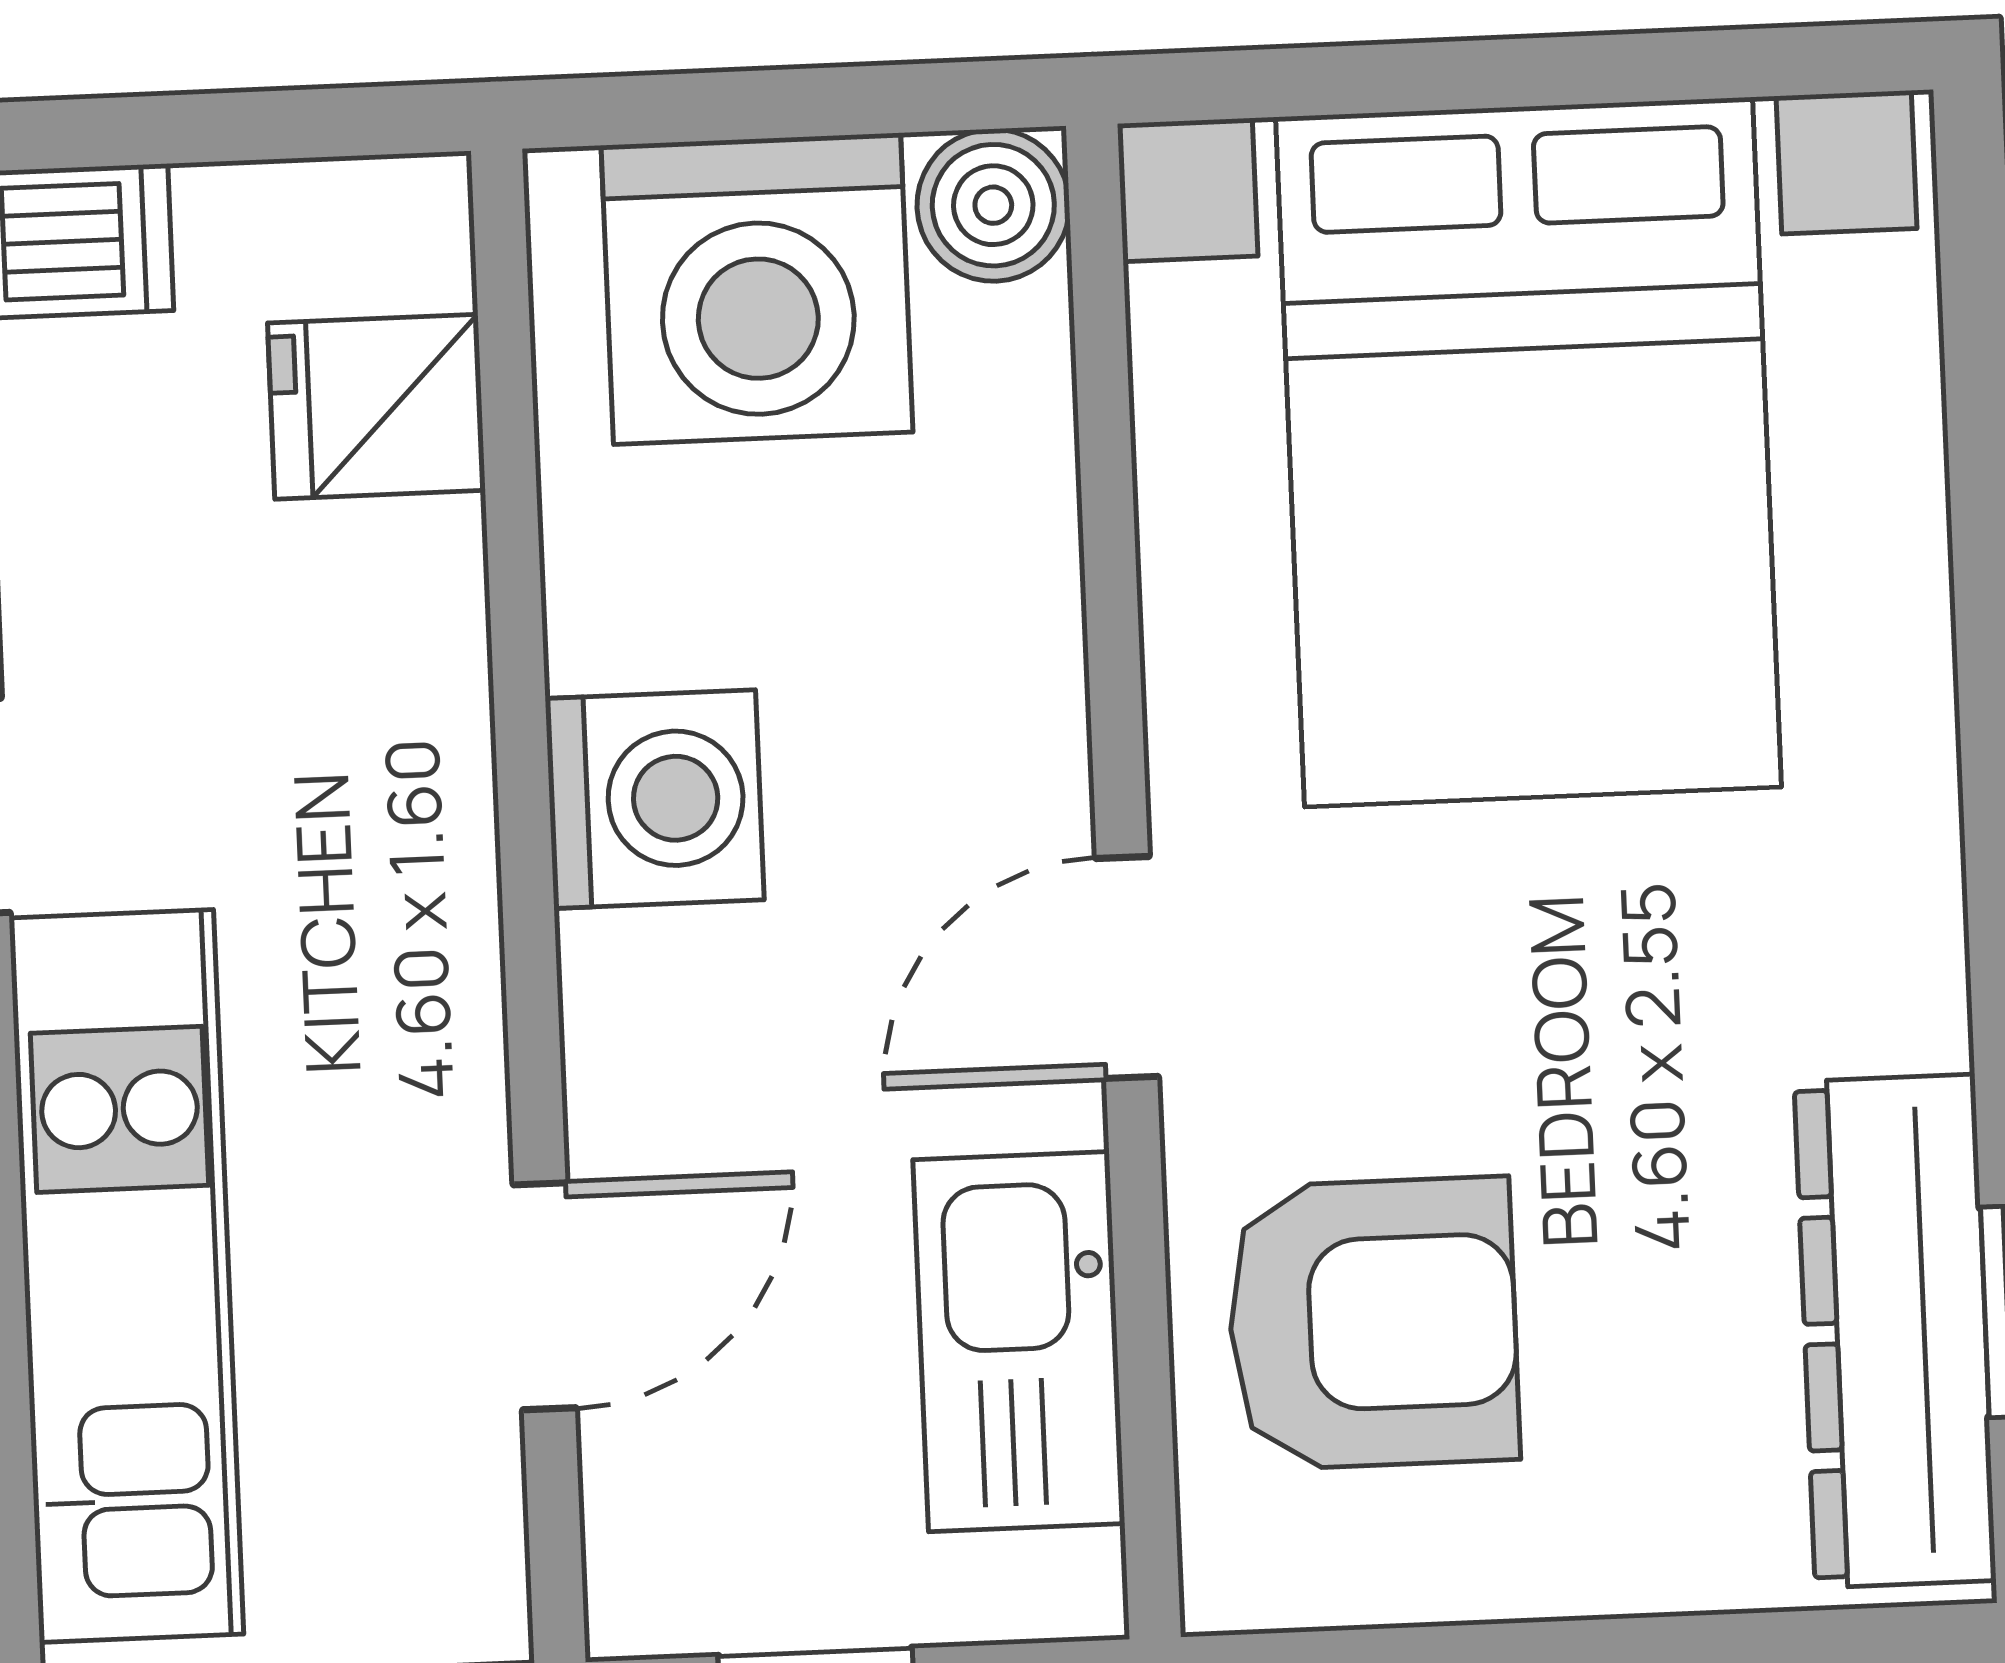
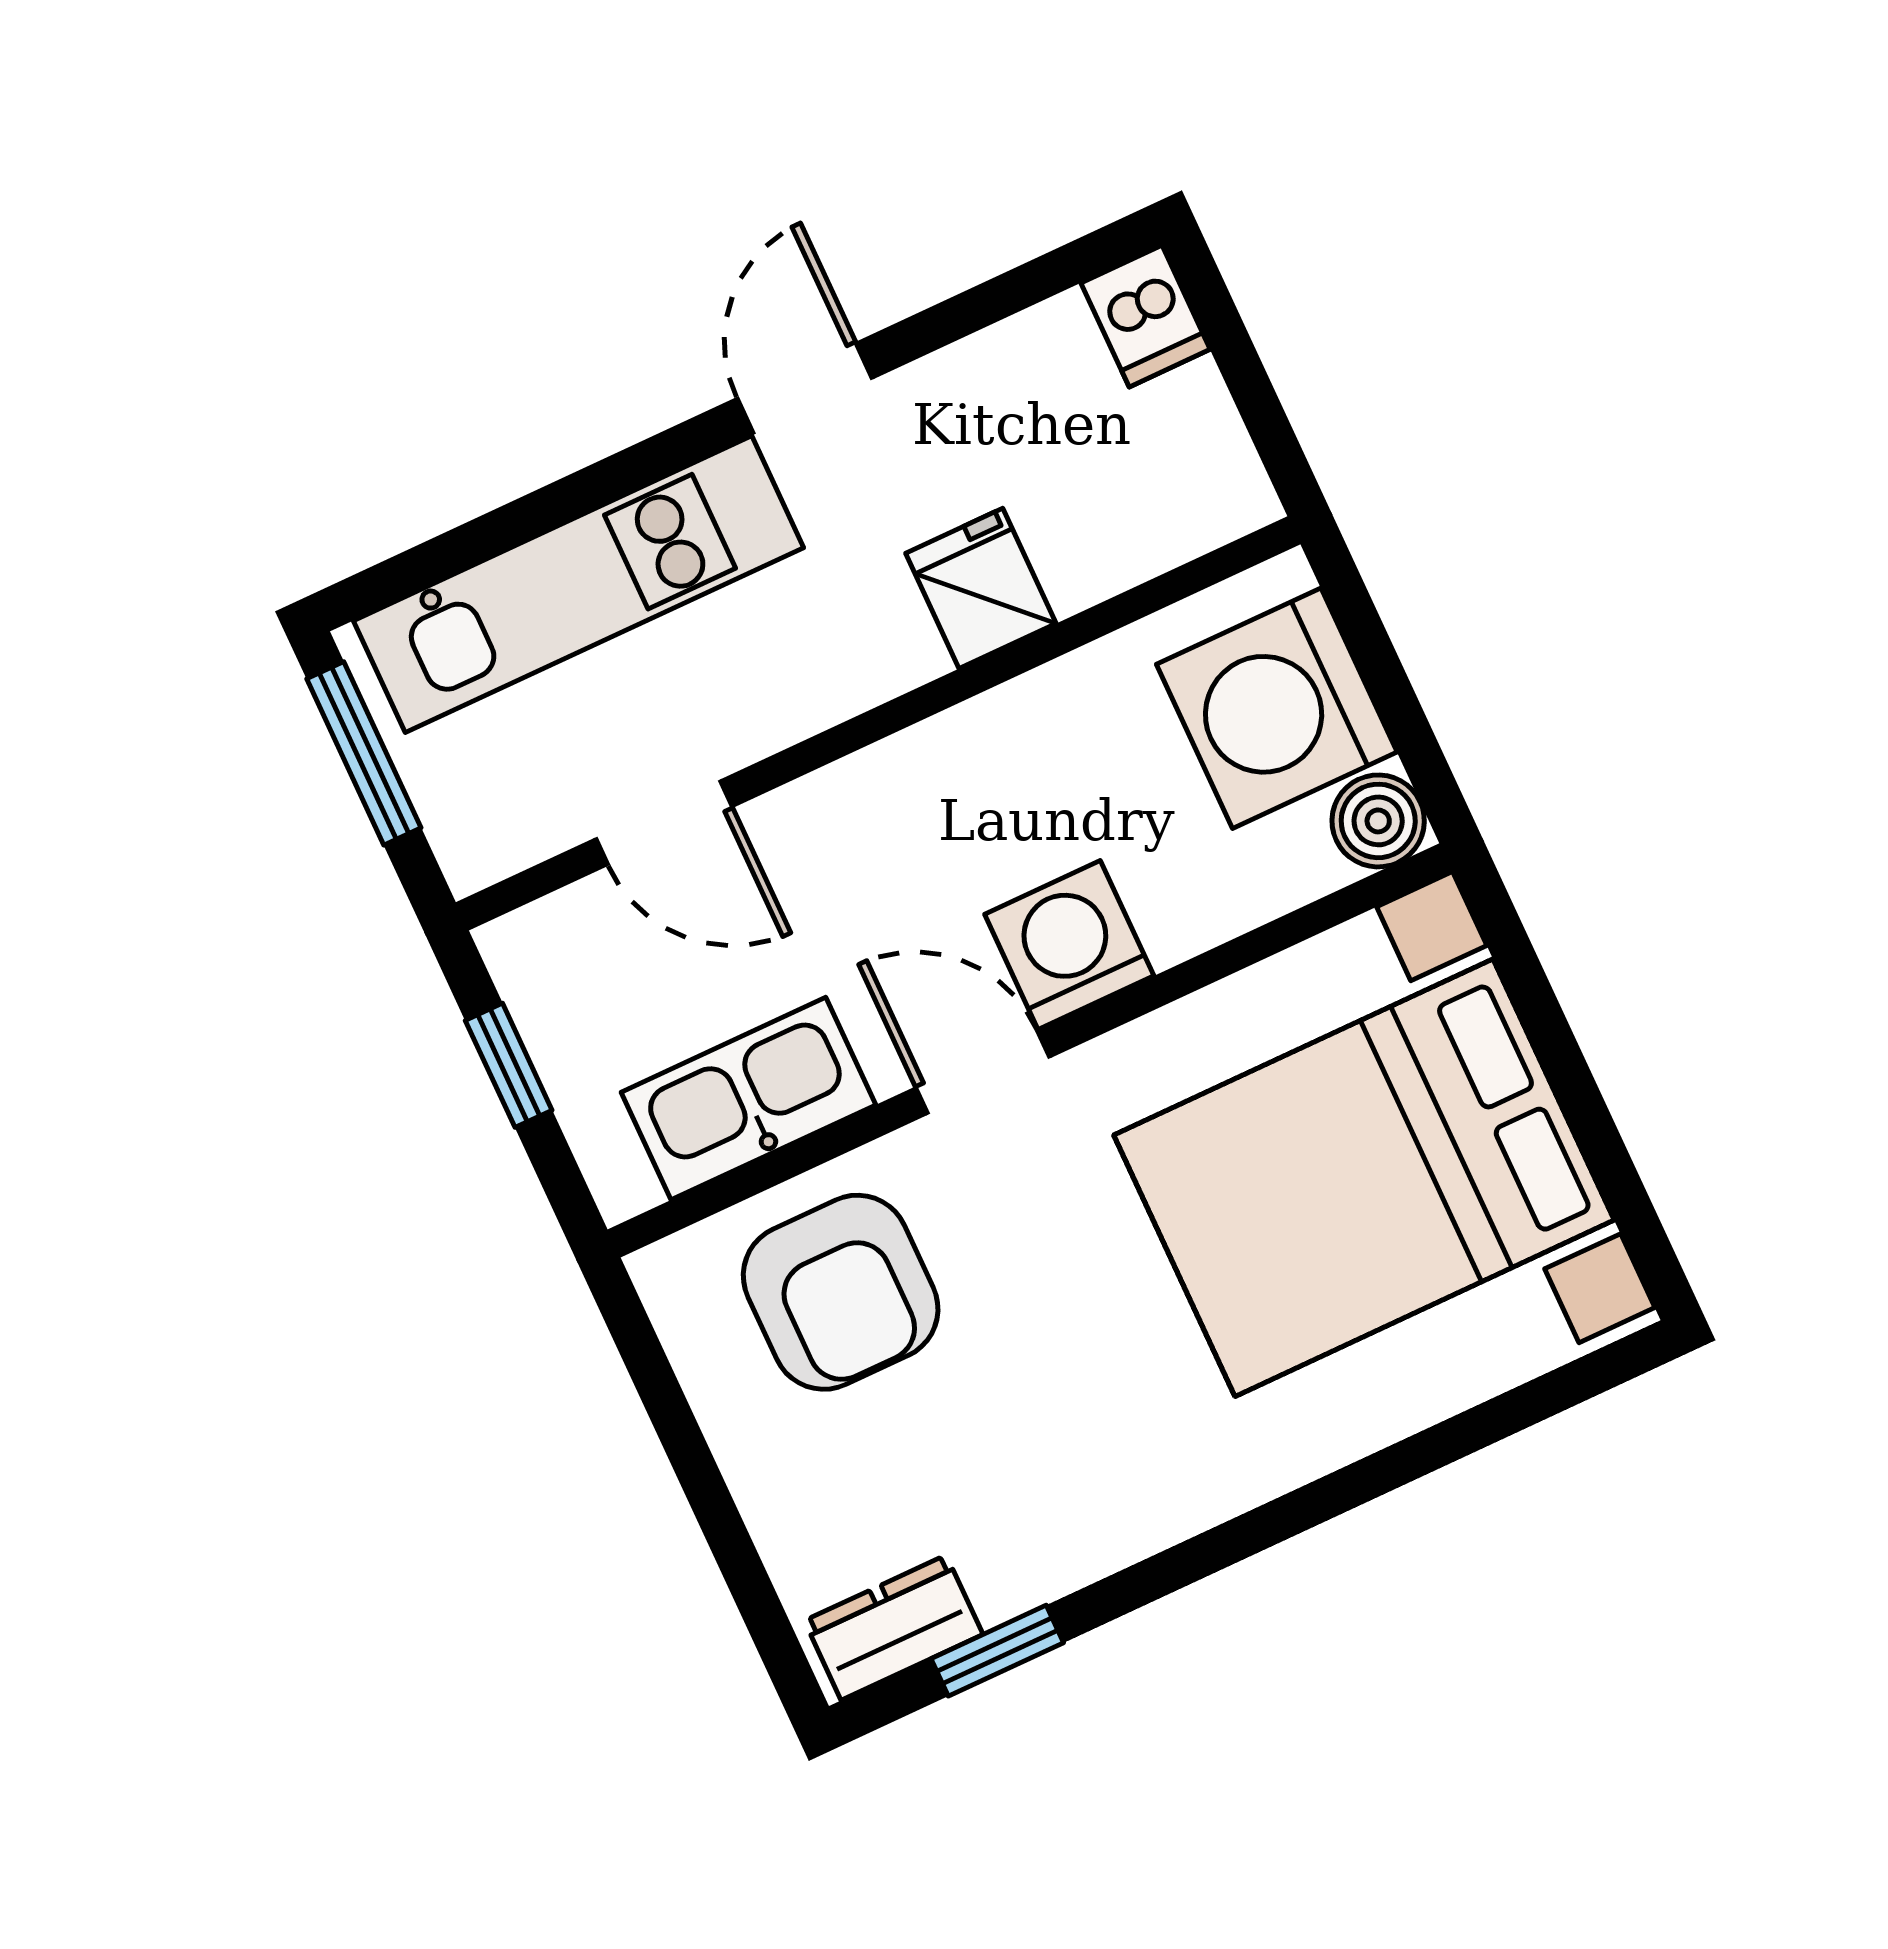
fridge: (376, 407) -> (981, 588), moved
washing machine: (655, 799) -> (1069, 945), moved, turned 180
dresser: (1895, 1331) -> (894, 1628), width x0.51, depth x0.80

